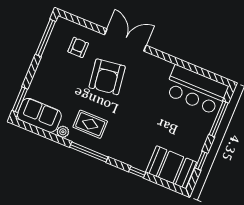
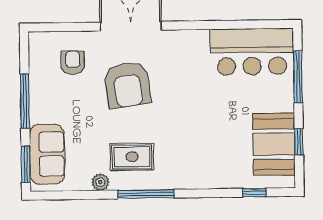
window: (45, 38) -> (25, 101), moved
sofa: (39, 115) -> (47, 154), moved, turned 90
booth: (171, 167) -> (274, 144), moved, turned 90
window: (137, 172) -> (254, 193), moved

